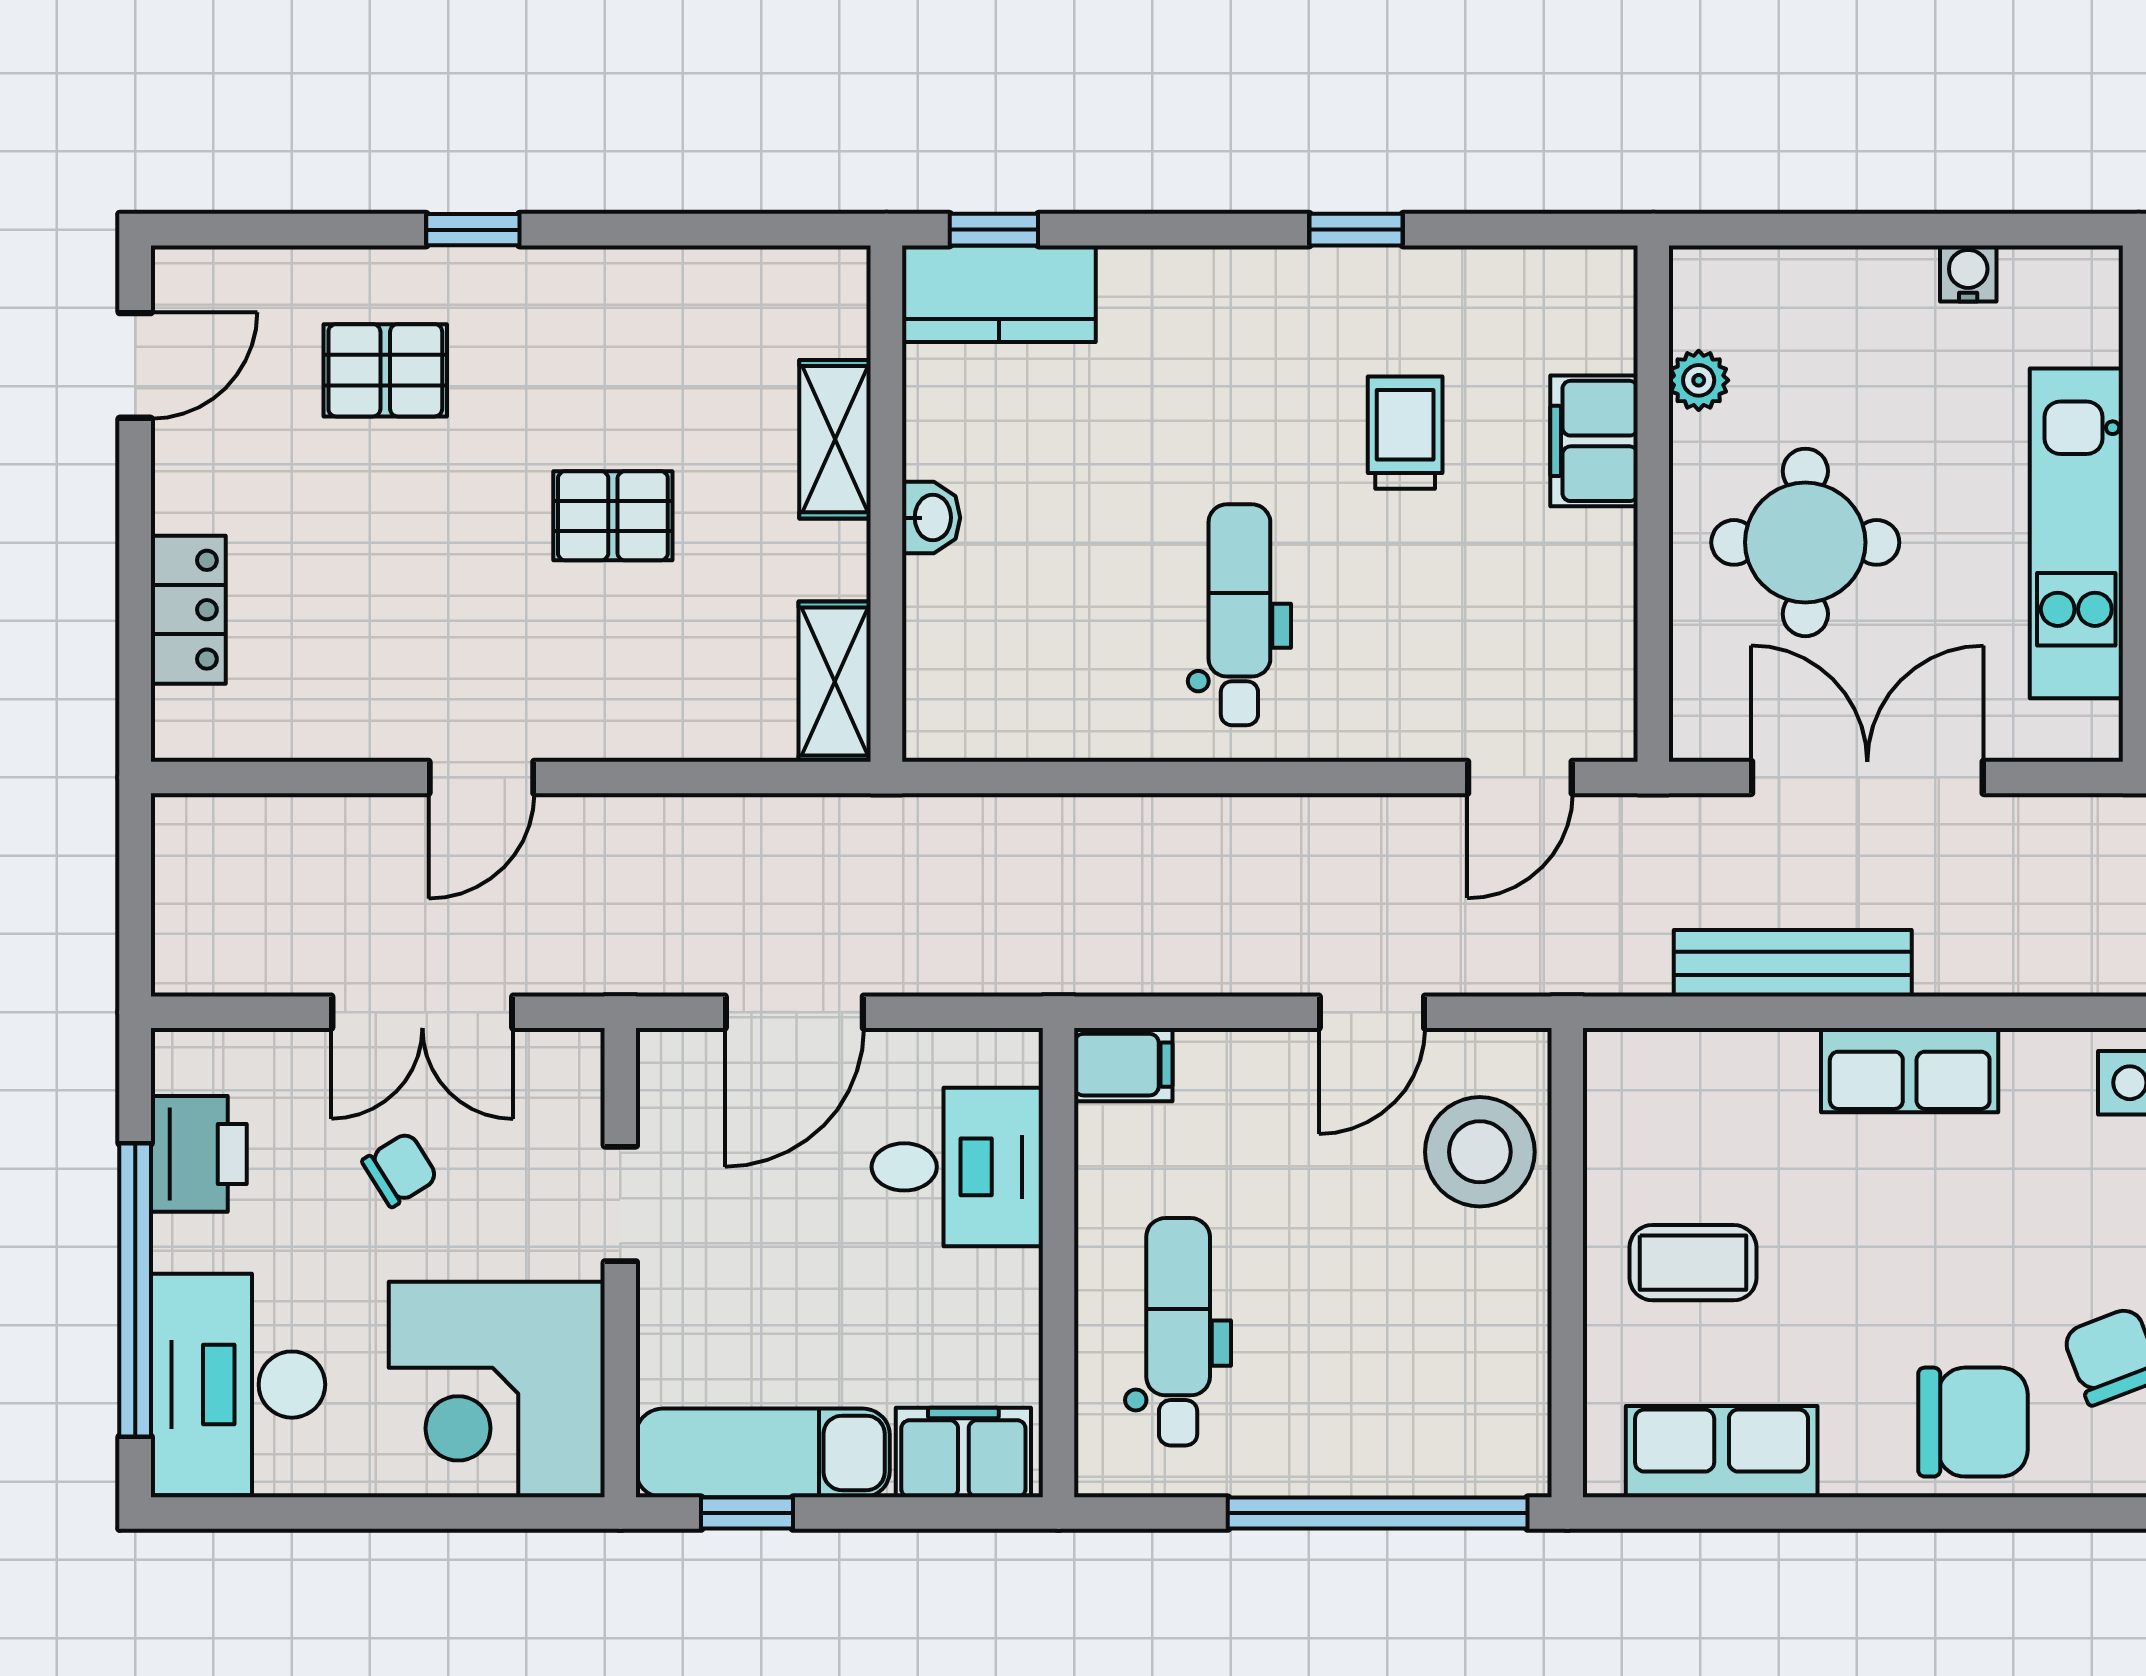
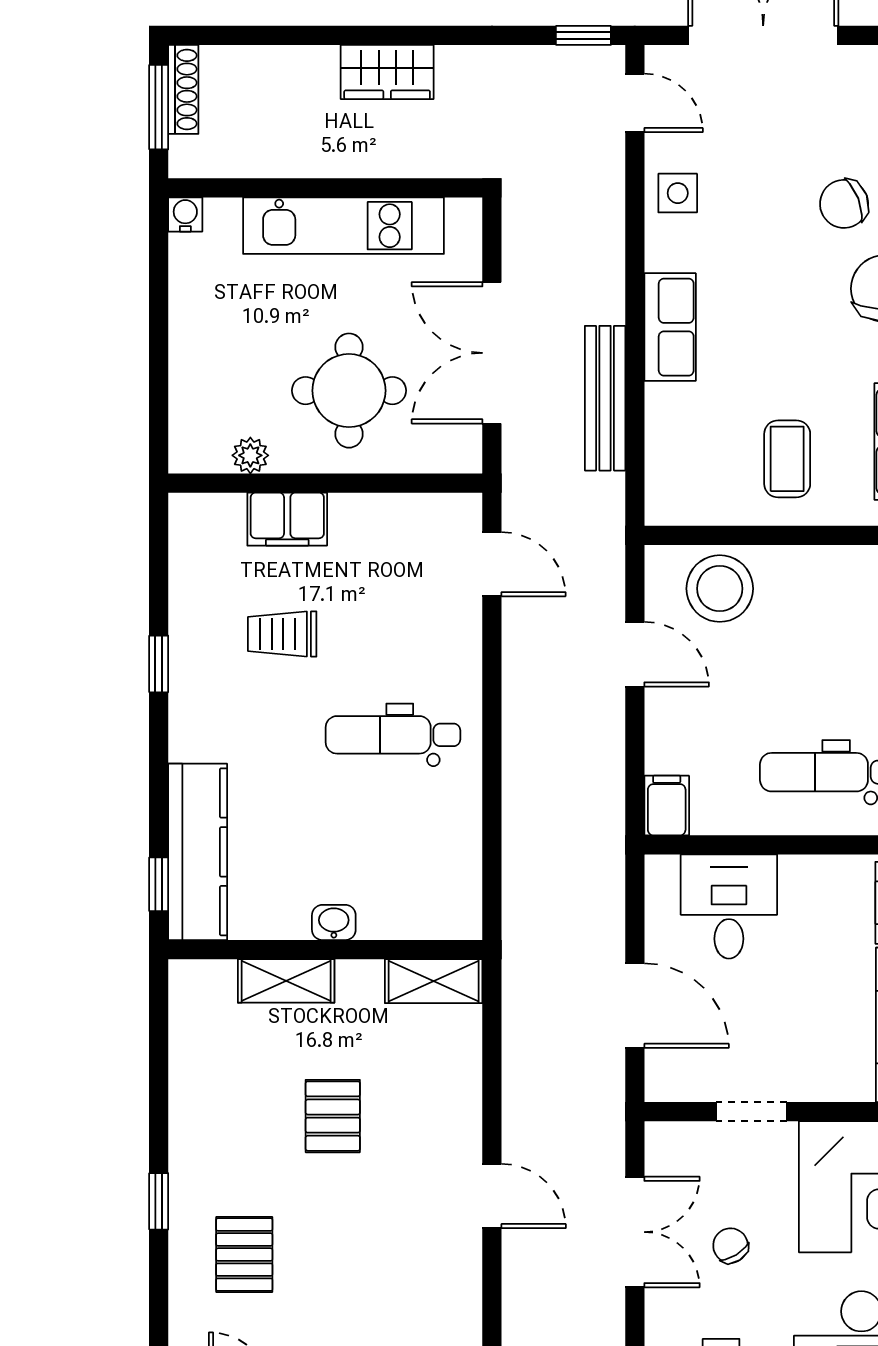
water cooler: (1968, 273) -> (185, 214), moved, turned 90
kitchen counter: (999, 294) -> (198, 852), width x1.50

